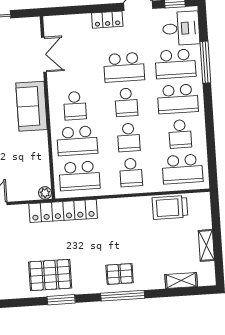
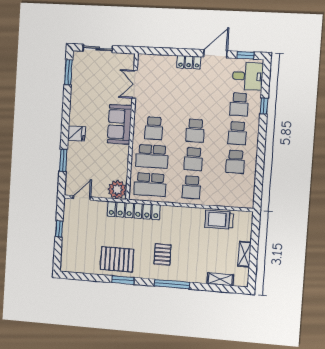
double door: (44, 55) -> (135, 84), swing flipped
window: (205, 62) -> (264, 106), width x0.46
school desk: (175, 64) -> (239, 104), width x0.54
school desk: (124, 67) -> (197, 102), removed
school desk: (178, 99) -> (237, 133), width x0.54
school desk: (182, 169) -> (233, 190), removed
plant: (45, 193) -> (117, 190), width x1.88, depth x1.88
pallet: (120, 274) -> (162, 254), moved, turned 90

